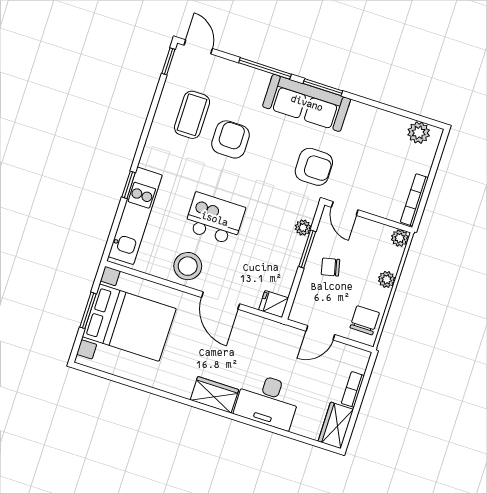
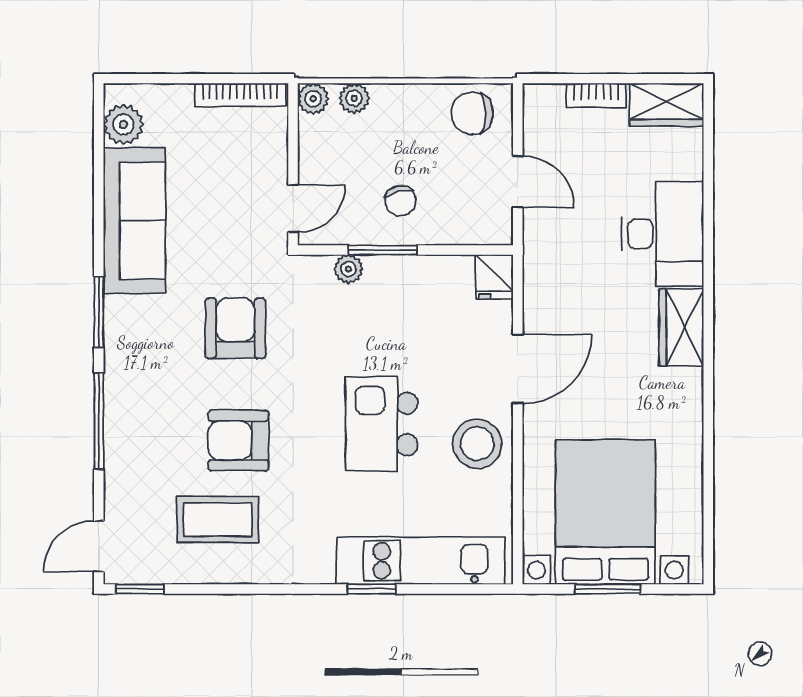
sofa: (307, 103) -> (134, 221), moved
armchair: (314, 167) -> (235, 328), moved
plant: (387, 279) -> (354, 98), moved

